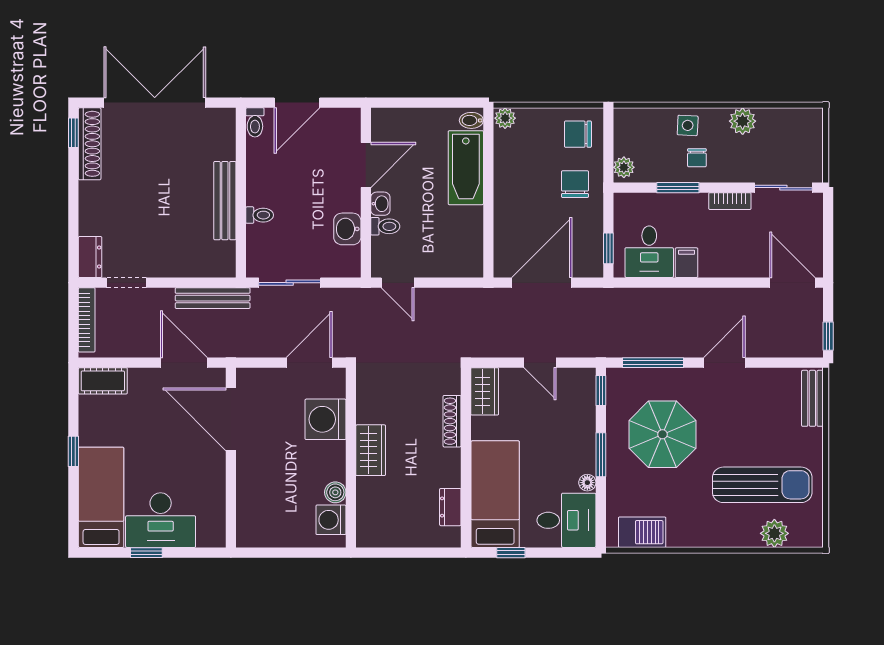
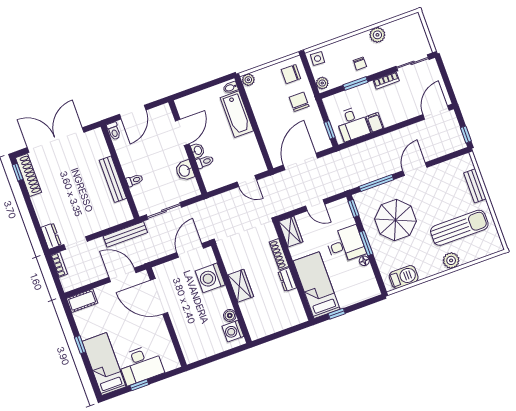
side table: (688, 125) -> (318, 58), moved
door: (398, 283) -> (247, 181), moved
door: (792, 283) -> (436, 112), hinge flipped
bookcase: (87, 320) -> (59, 265), width x0.64
bench: (812, 398) -> (475, 186), moved
dresser: (450, 507) -> (287, 280), moved
desk: (566, 520) -> (346, 245), moved
plant: (774, 533) -> (451, 260), moved

